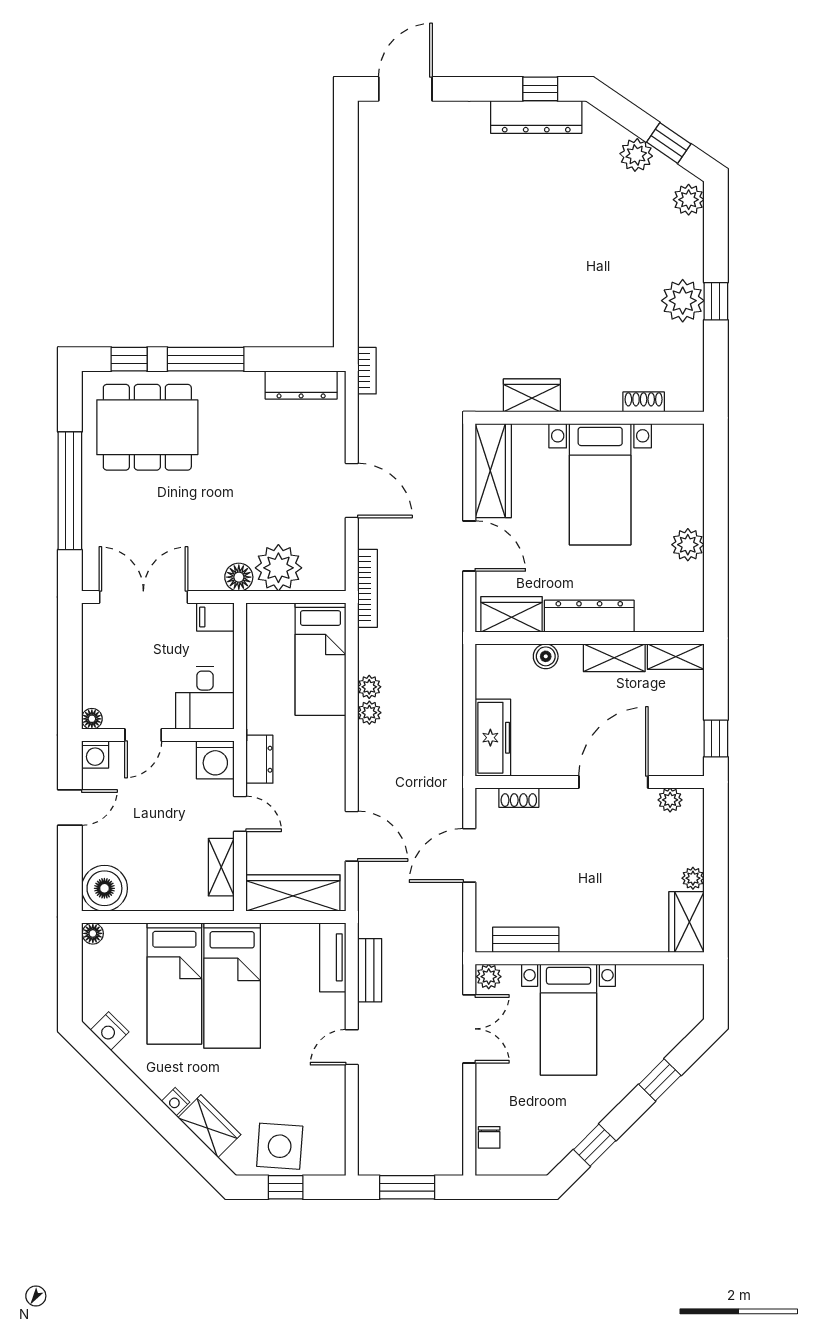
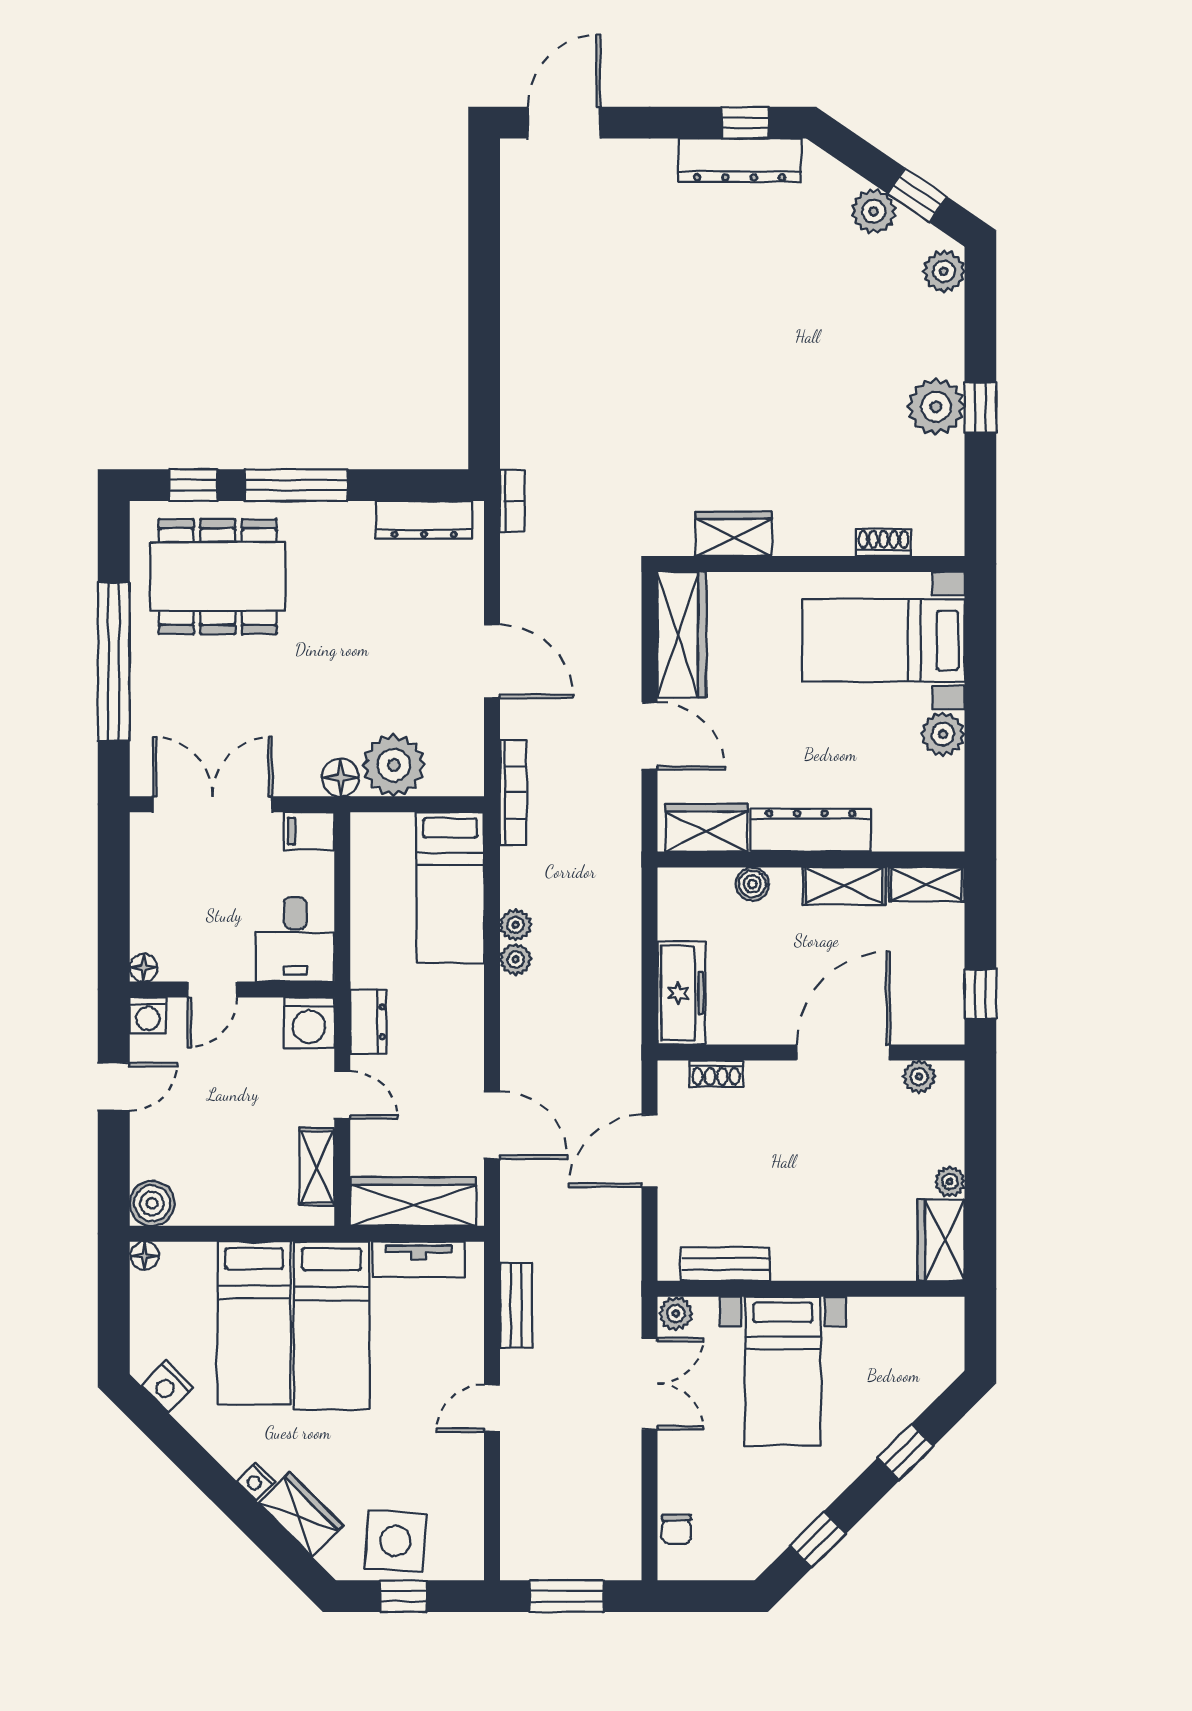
bed with nightstands: (600, 484) -> (883, 640), moved, turned 90
boiler: (104, 888) -> (152, 1203), width x0.73, depth x0.73
tv unit: (333, 957) -> (419, 1259), moved, turned -90

